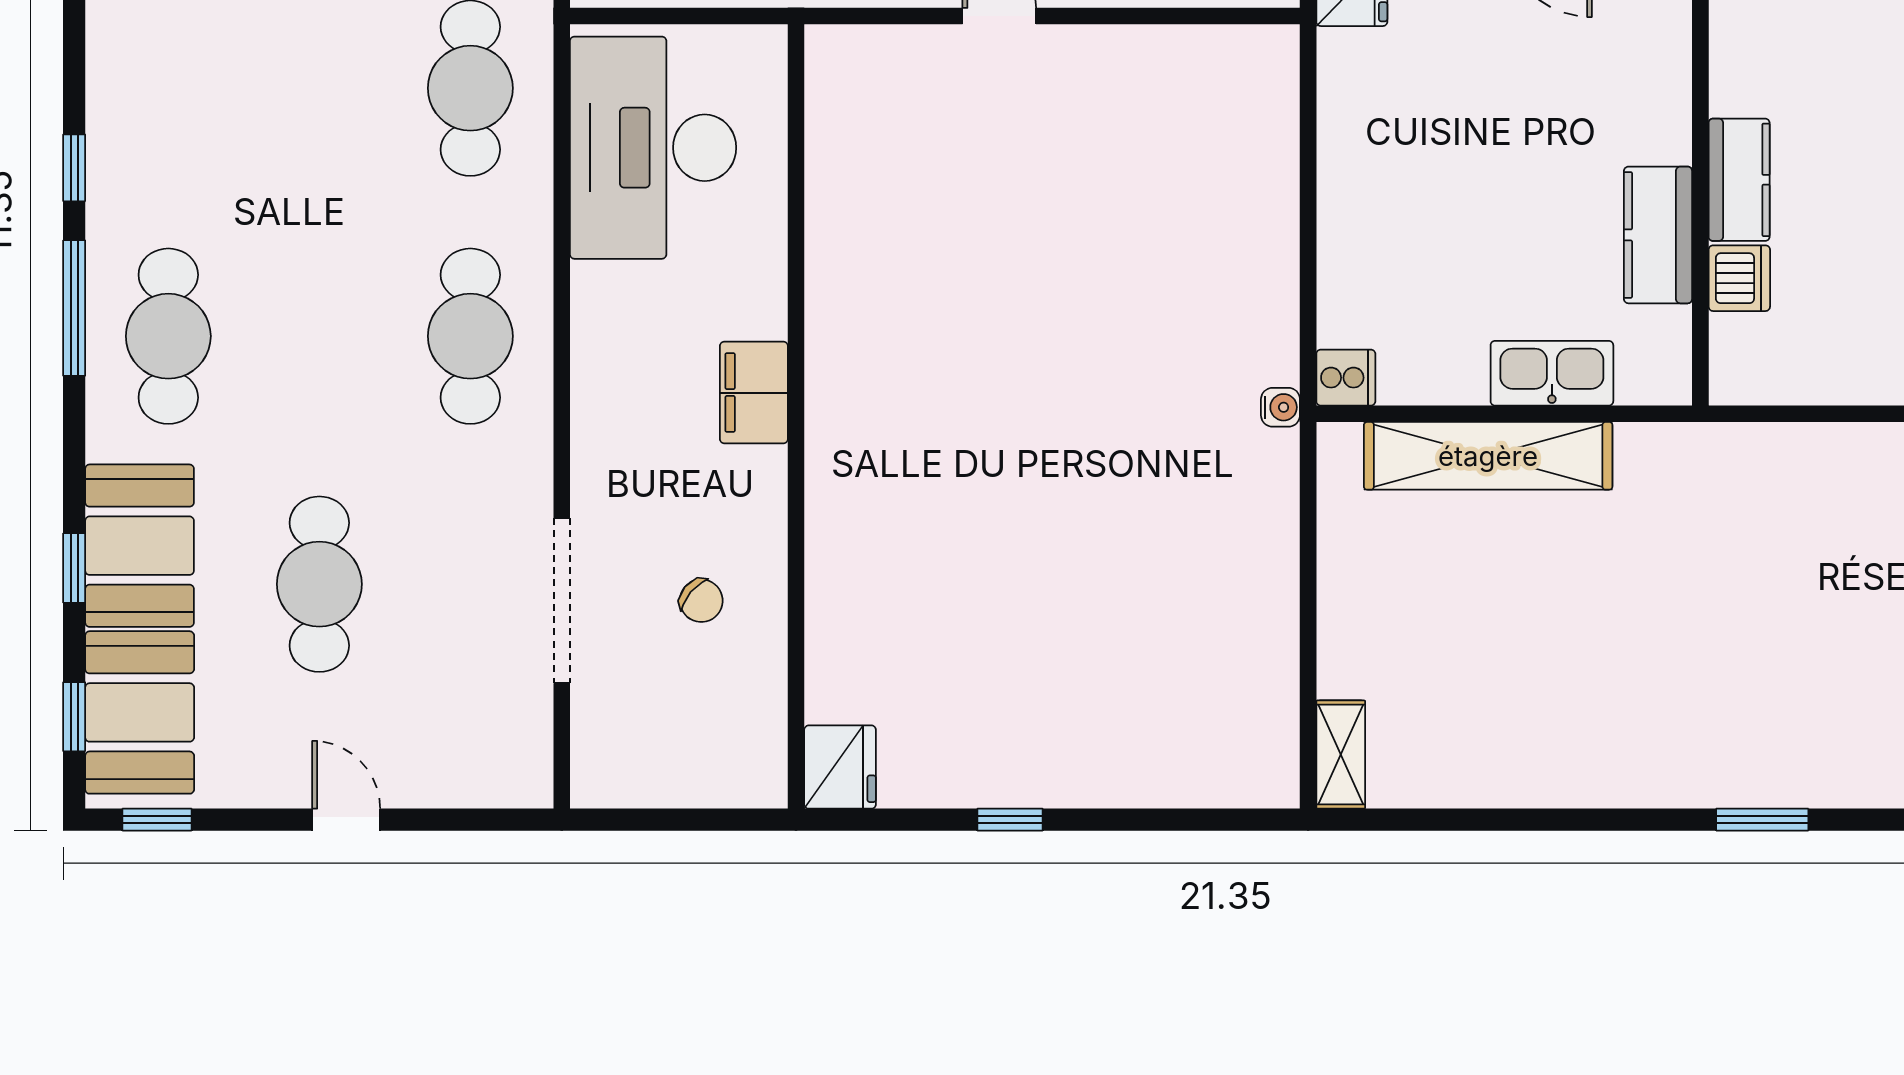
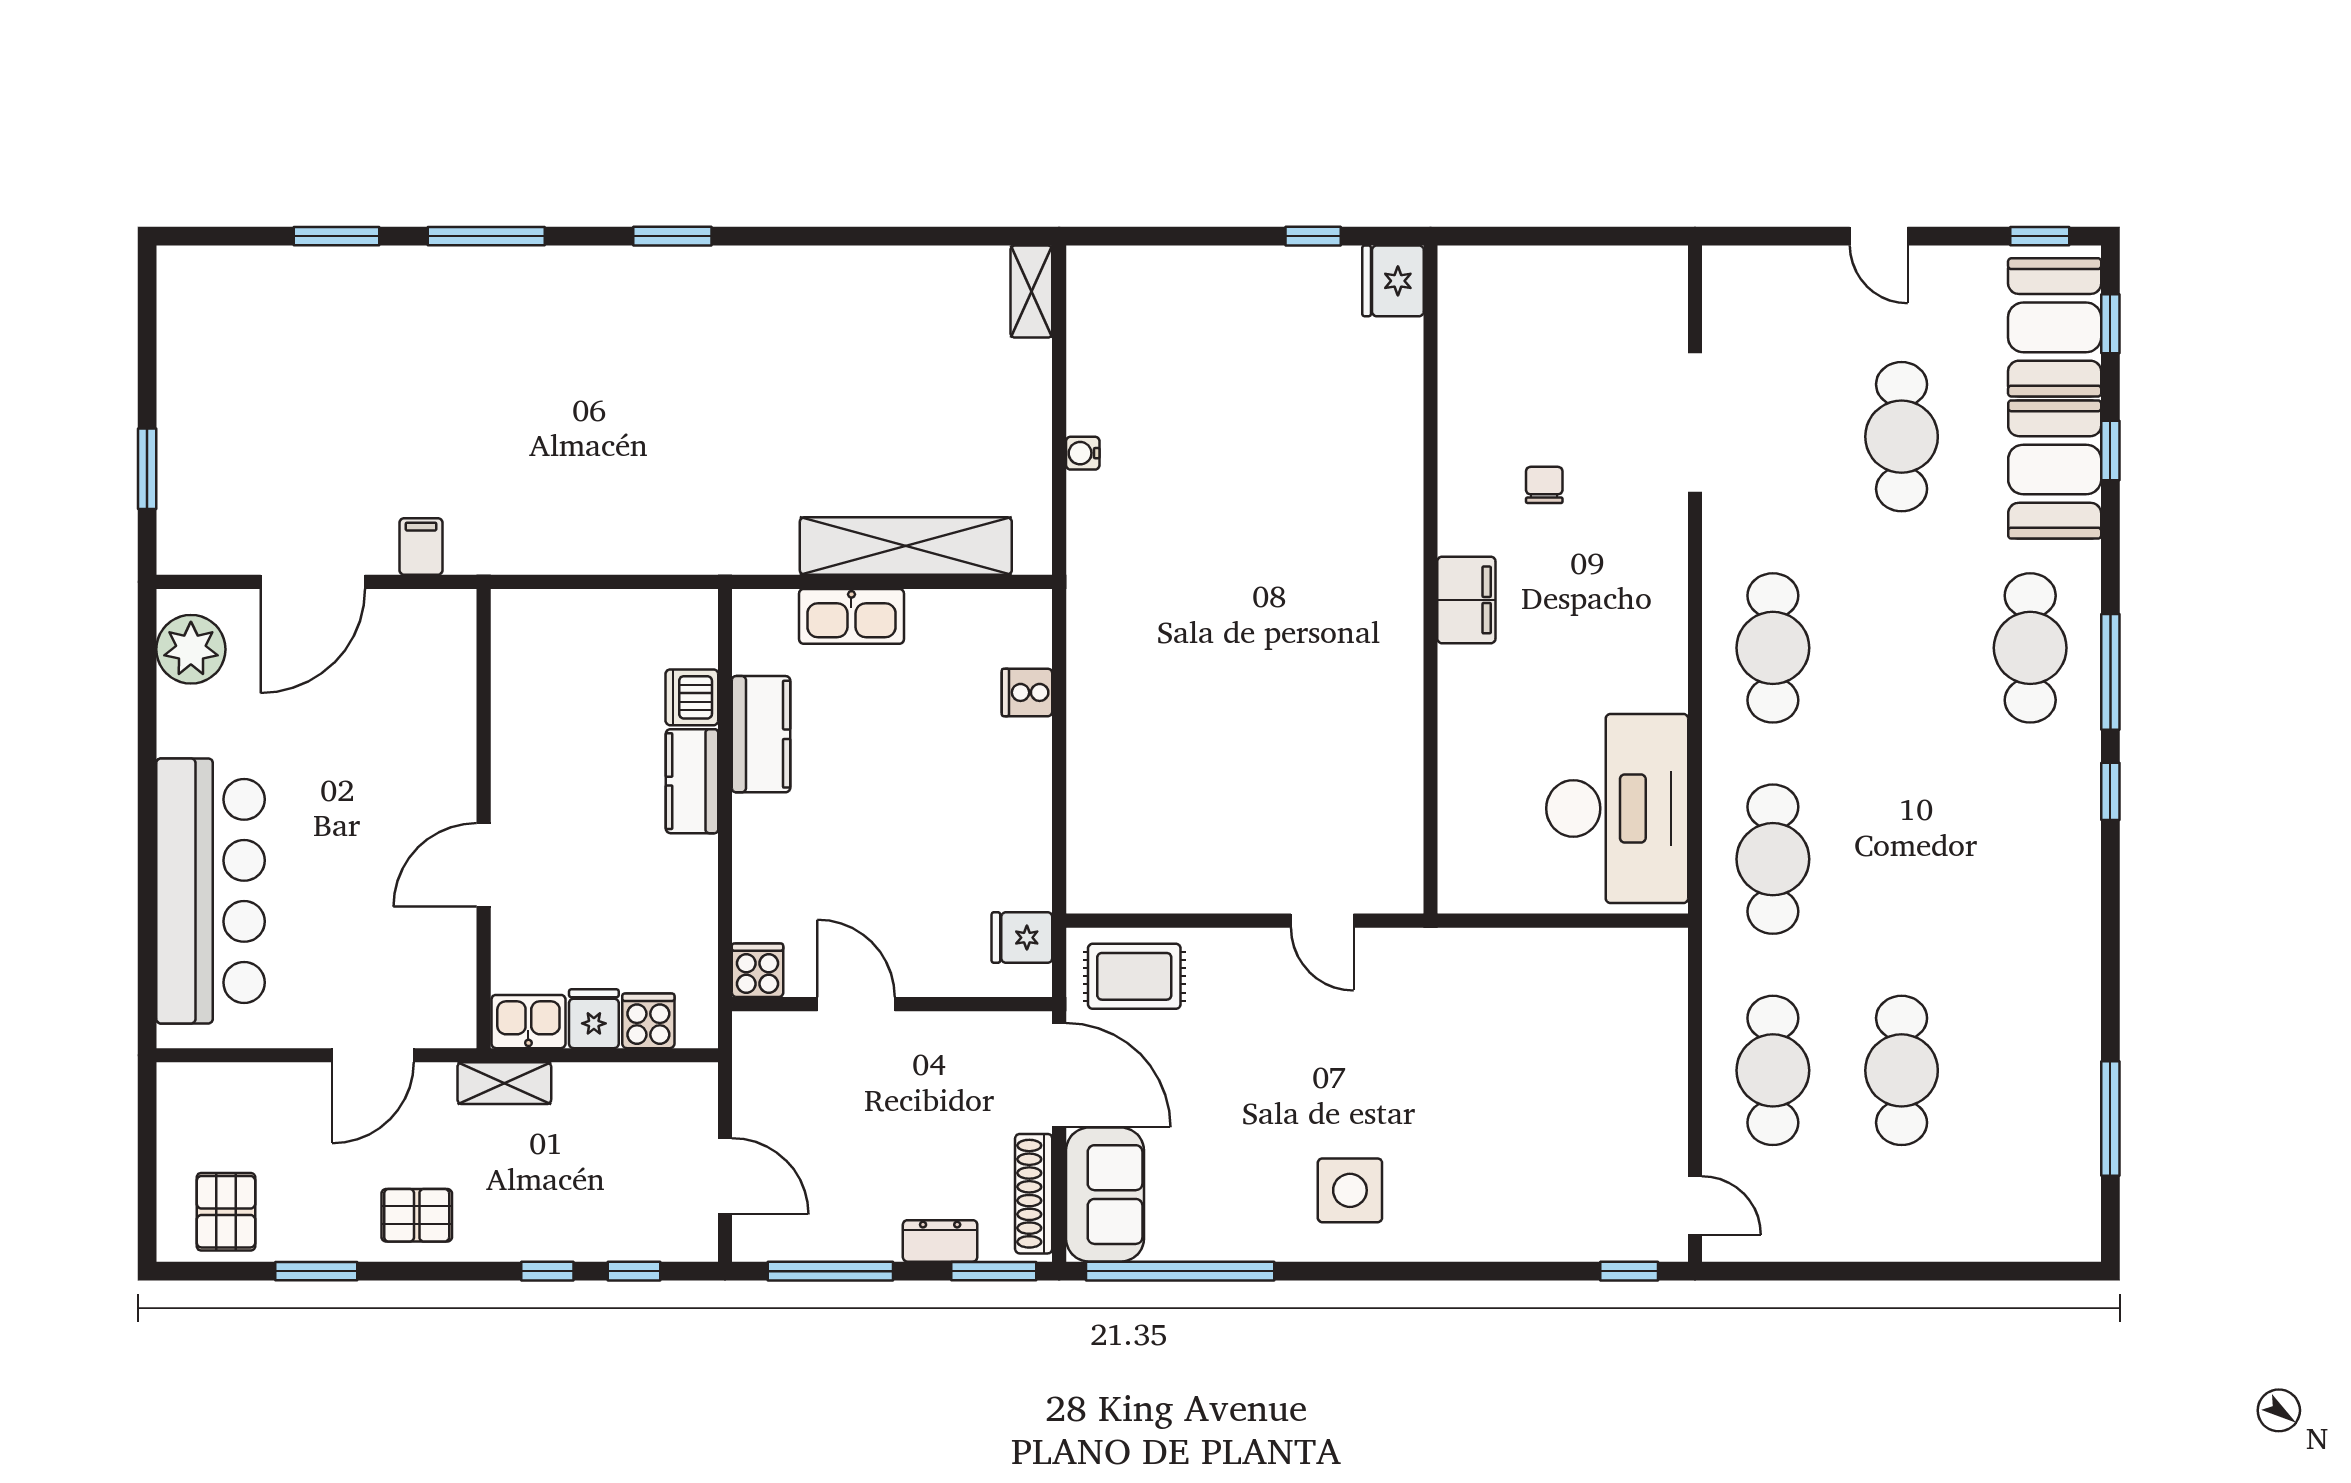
cooker: (1346, 378) -> (1027, 692), moved
filing cabinet: (754, 393) -> (1466, 600), moved
water cooler: (1280, 407) -> (1083, 453), moved
wall: (796, 416) -> (1430, 580), moved
chair: (701, 601) -> (1544, 485), moved, turned 50
fridge: (840, 767) -> (1393, 281), moved

